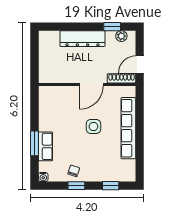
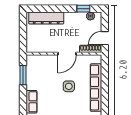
dresser: (82, 39) -> (46, 18), moved
window: (34, 143) -> (23, 75), moved

